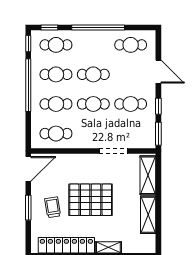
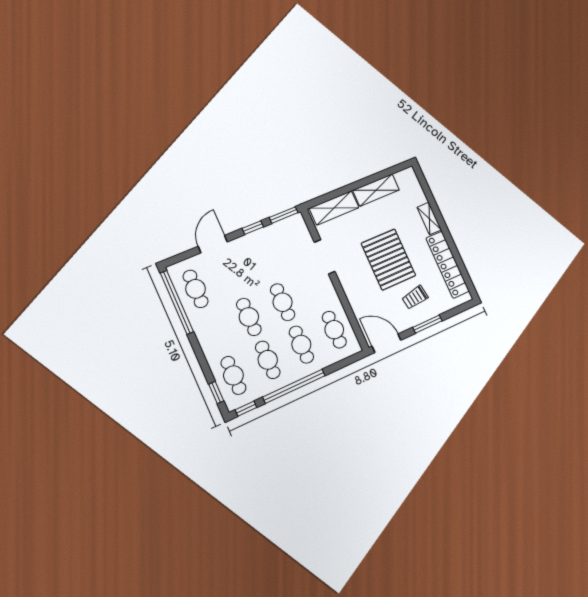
window: (98, 27) -> (177, 302), moved
cafe table: (131, 104) -> (264, 260), removed

